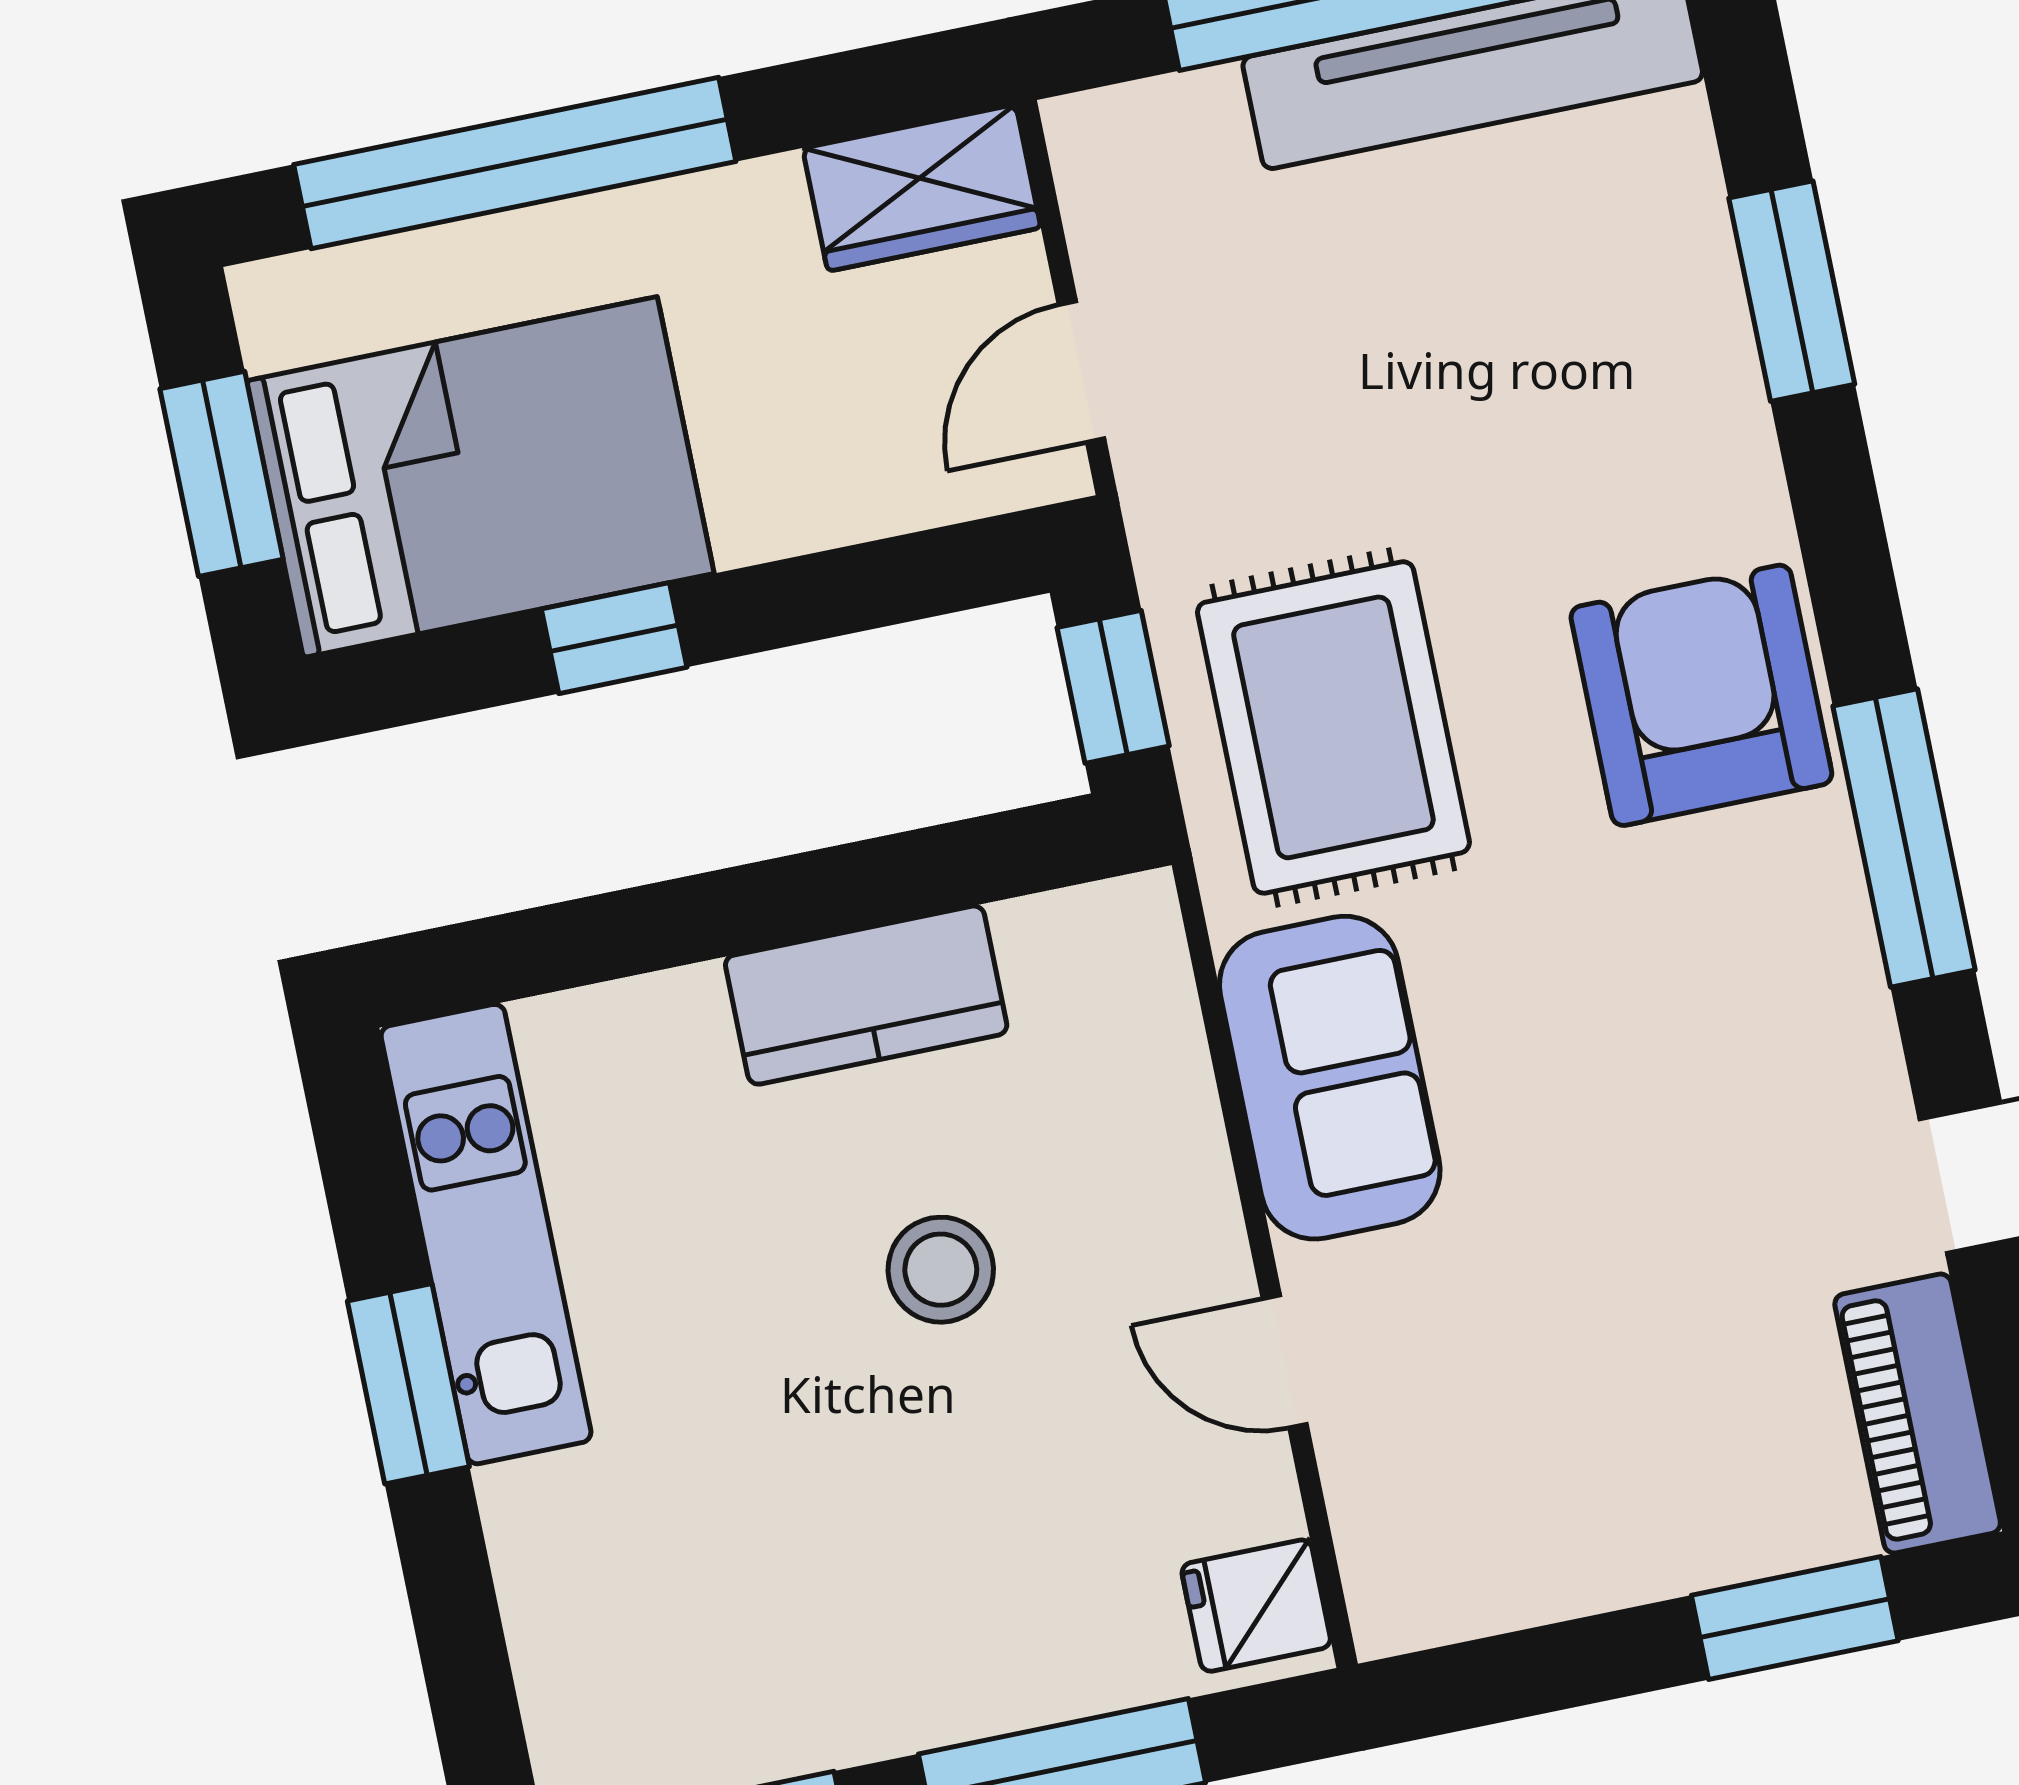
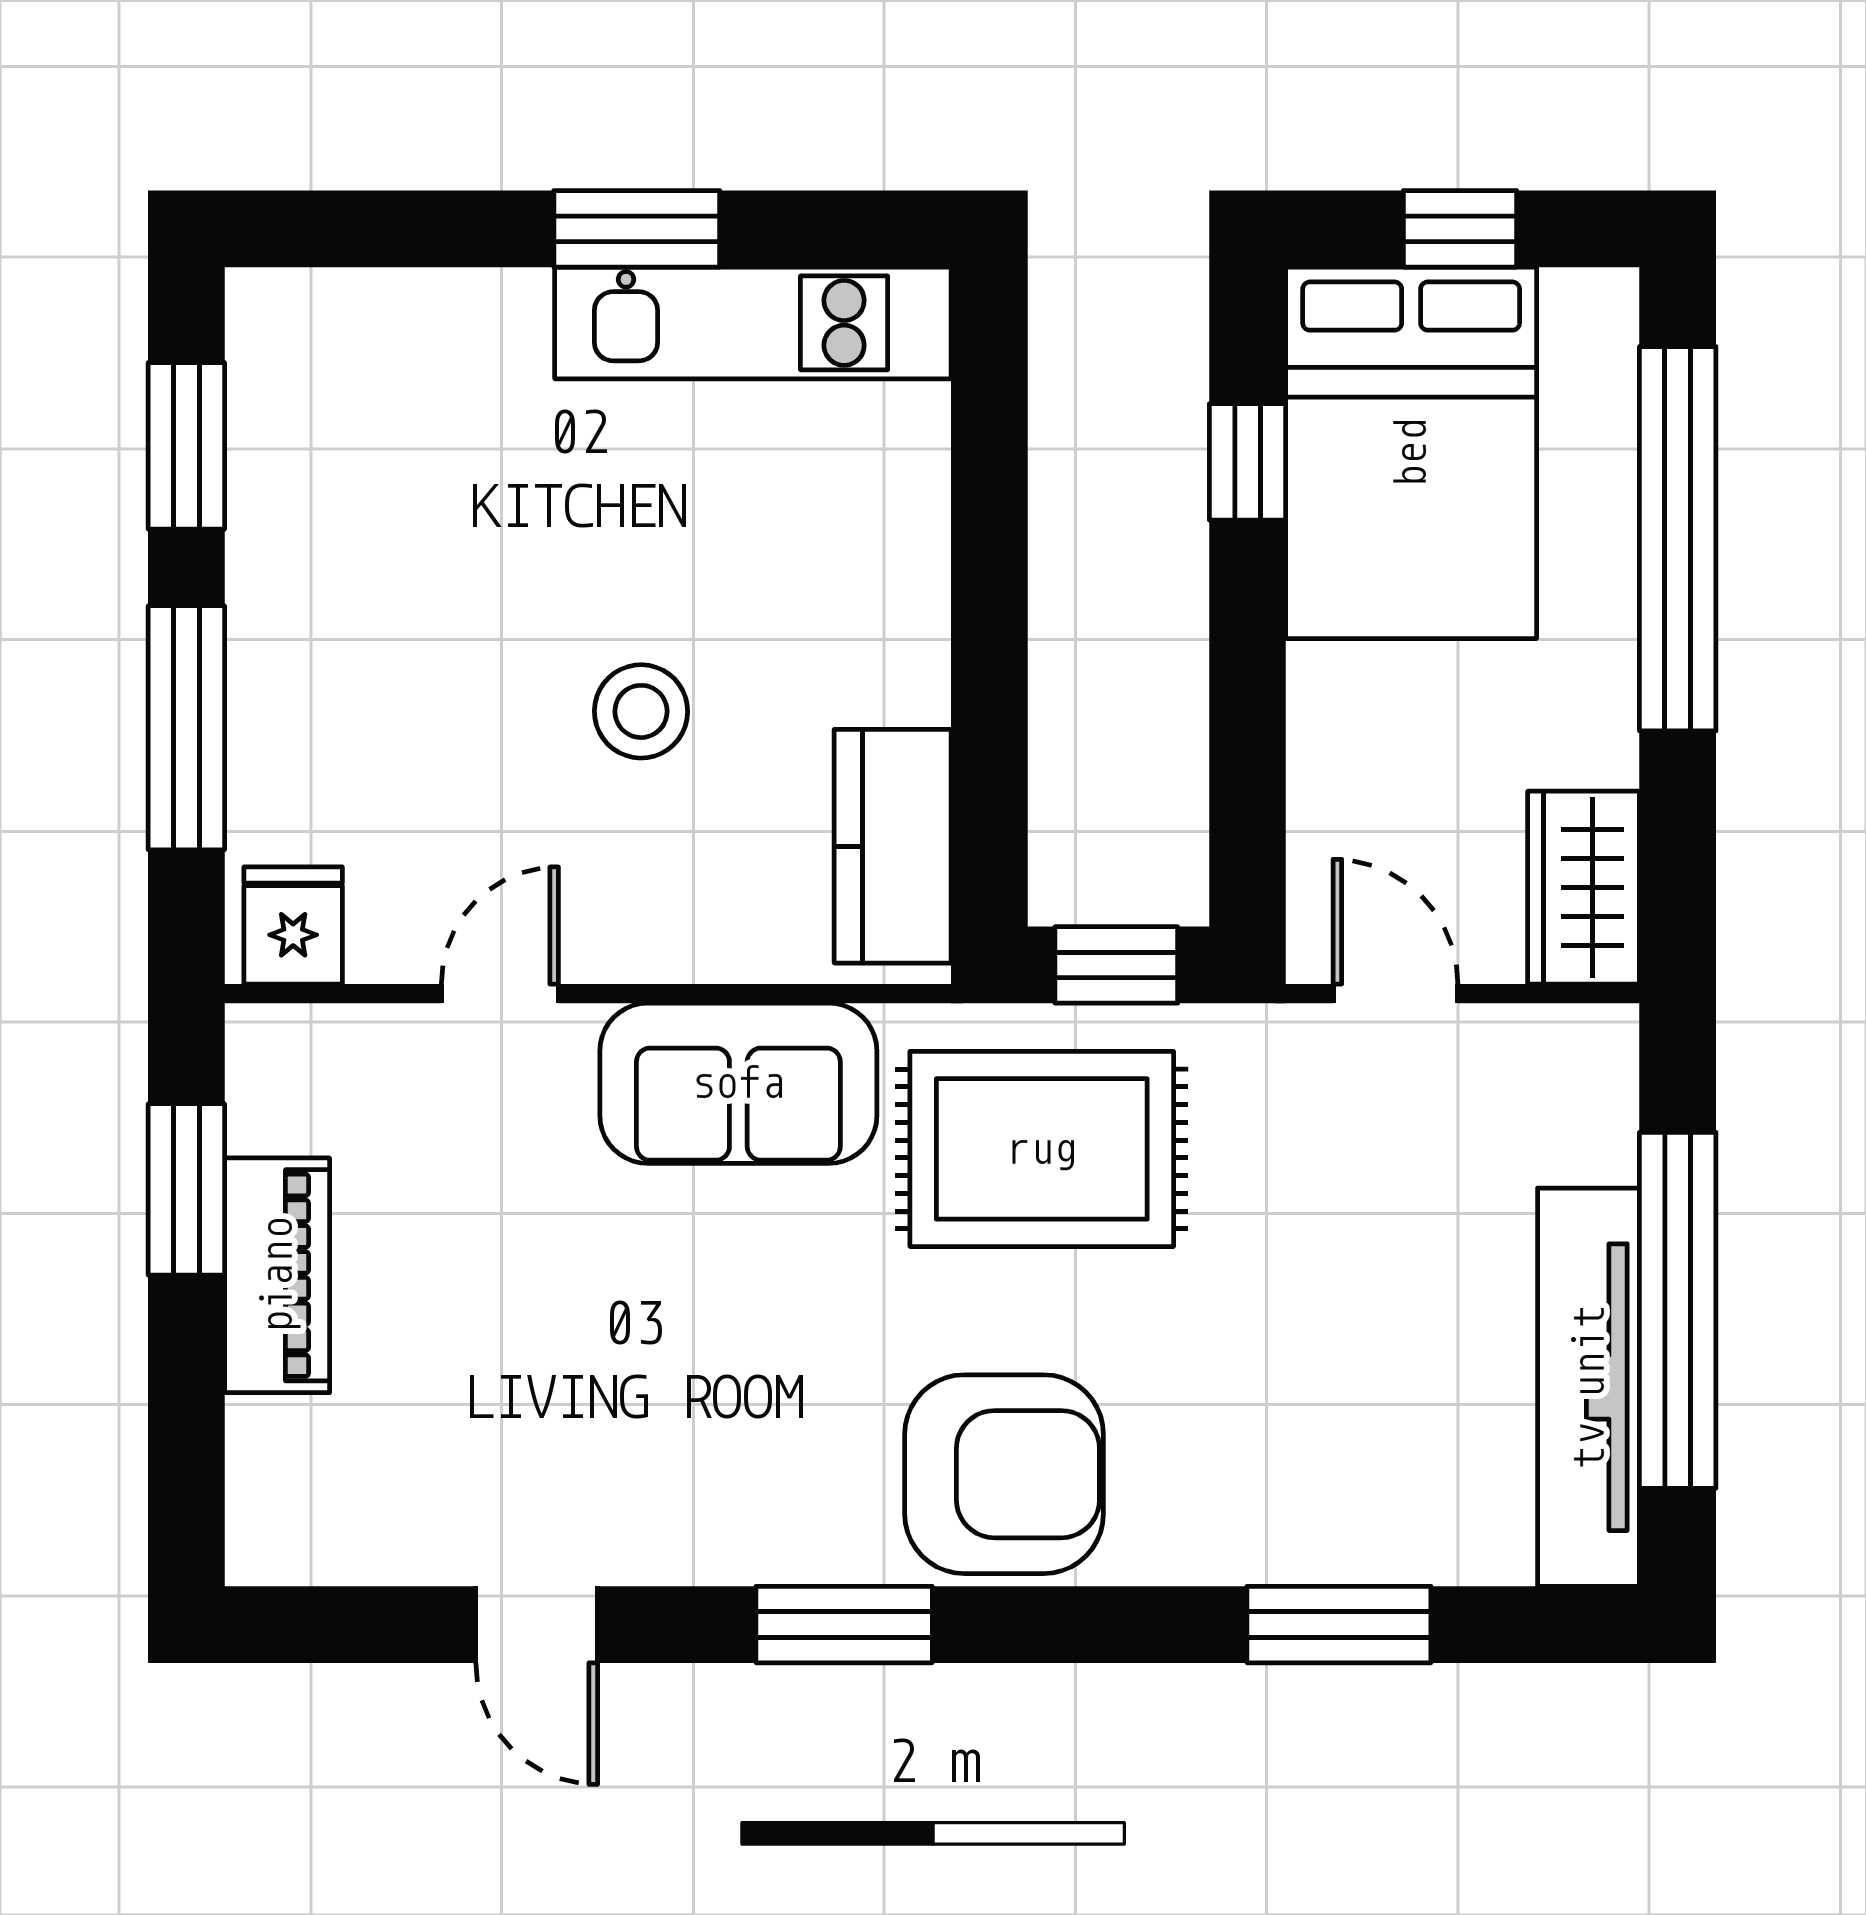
window: (222, 474) -> (1460, 229), width x0.67
window: (614, 638) -> (1248, 462), moved
window: (1904, 838) -> (844, 1625), width x0.69
kitchen counter: (866, 995) -> (893, 846), moved
piano: (1918, 1414) -> (277, 1275), moved, turned 90
window: (1795, 1618) -> (186, 1189), moved

